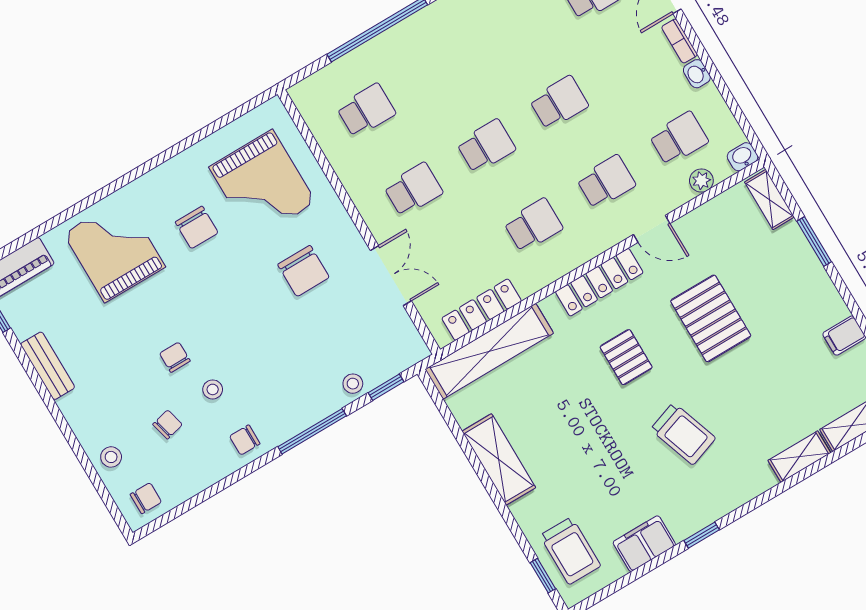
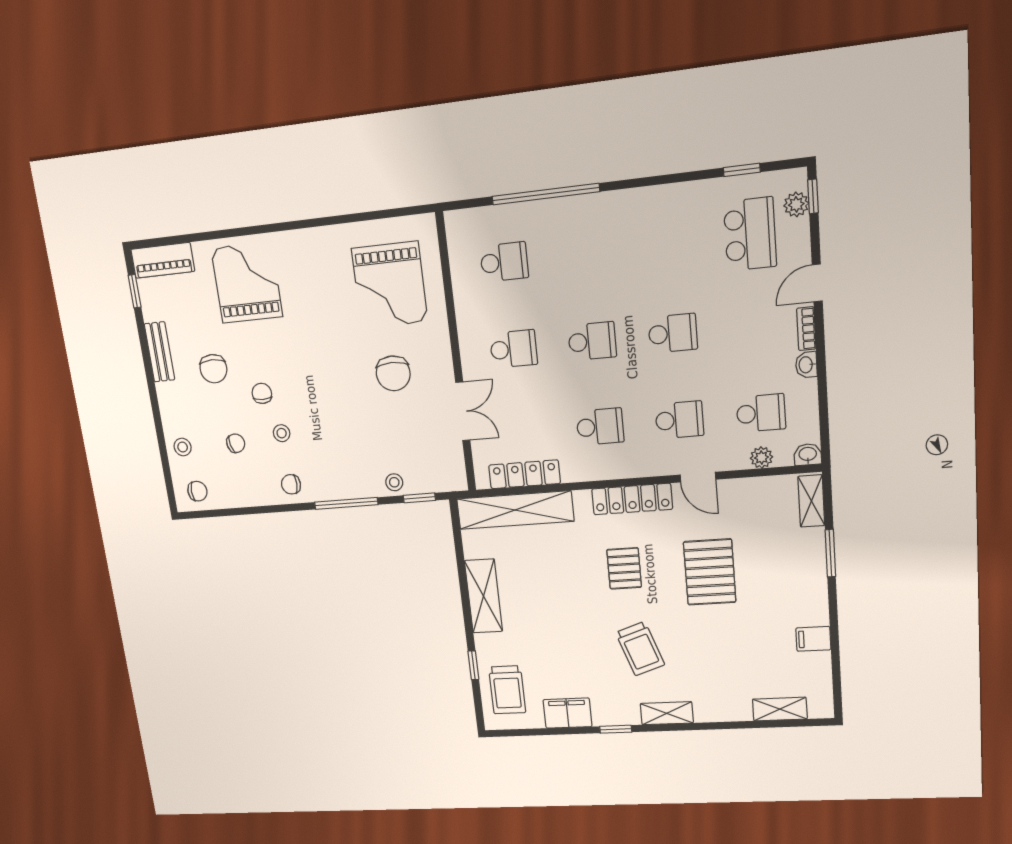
chair: (197, 227) -> (213, 369), moved
shelving: (799, 457) -> (667, 713), moved
window: (543, 576) -> (473, 665), moved

